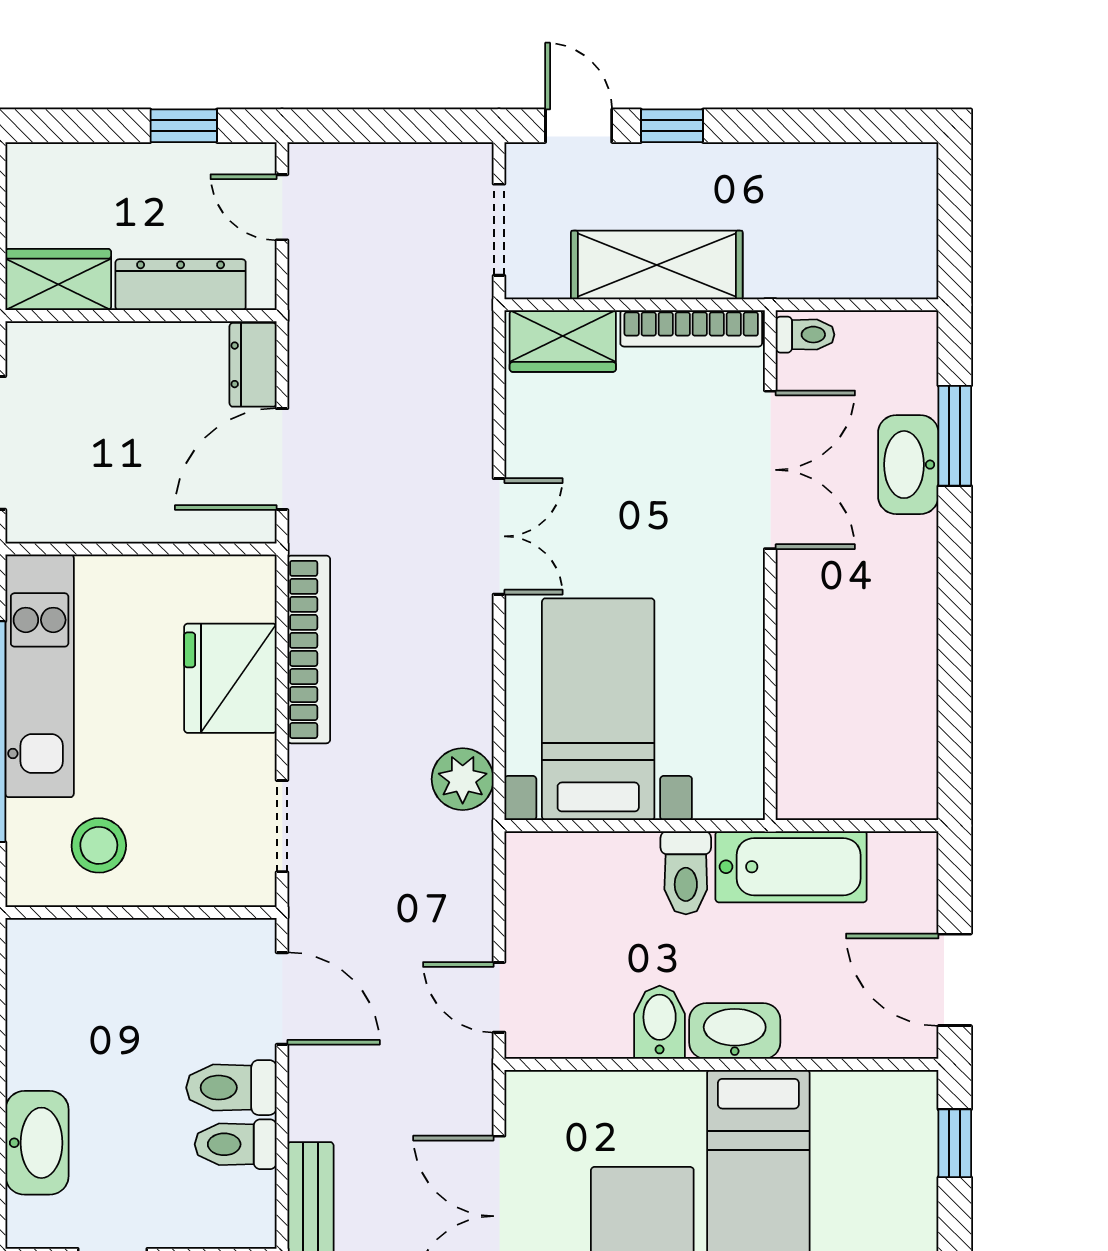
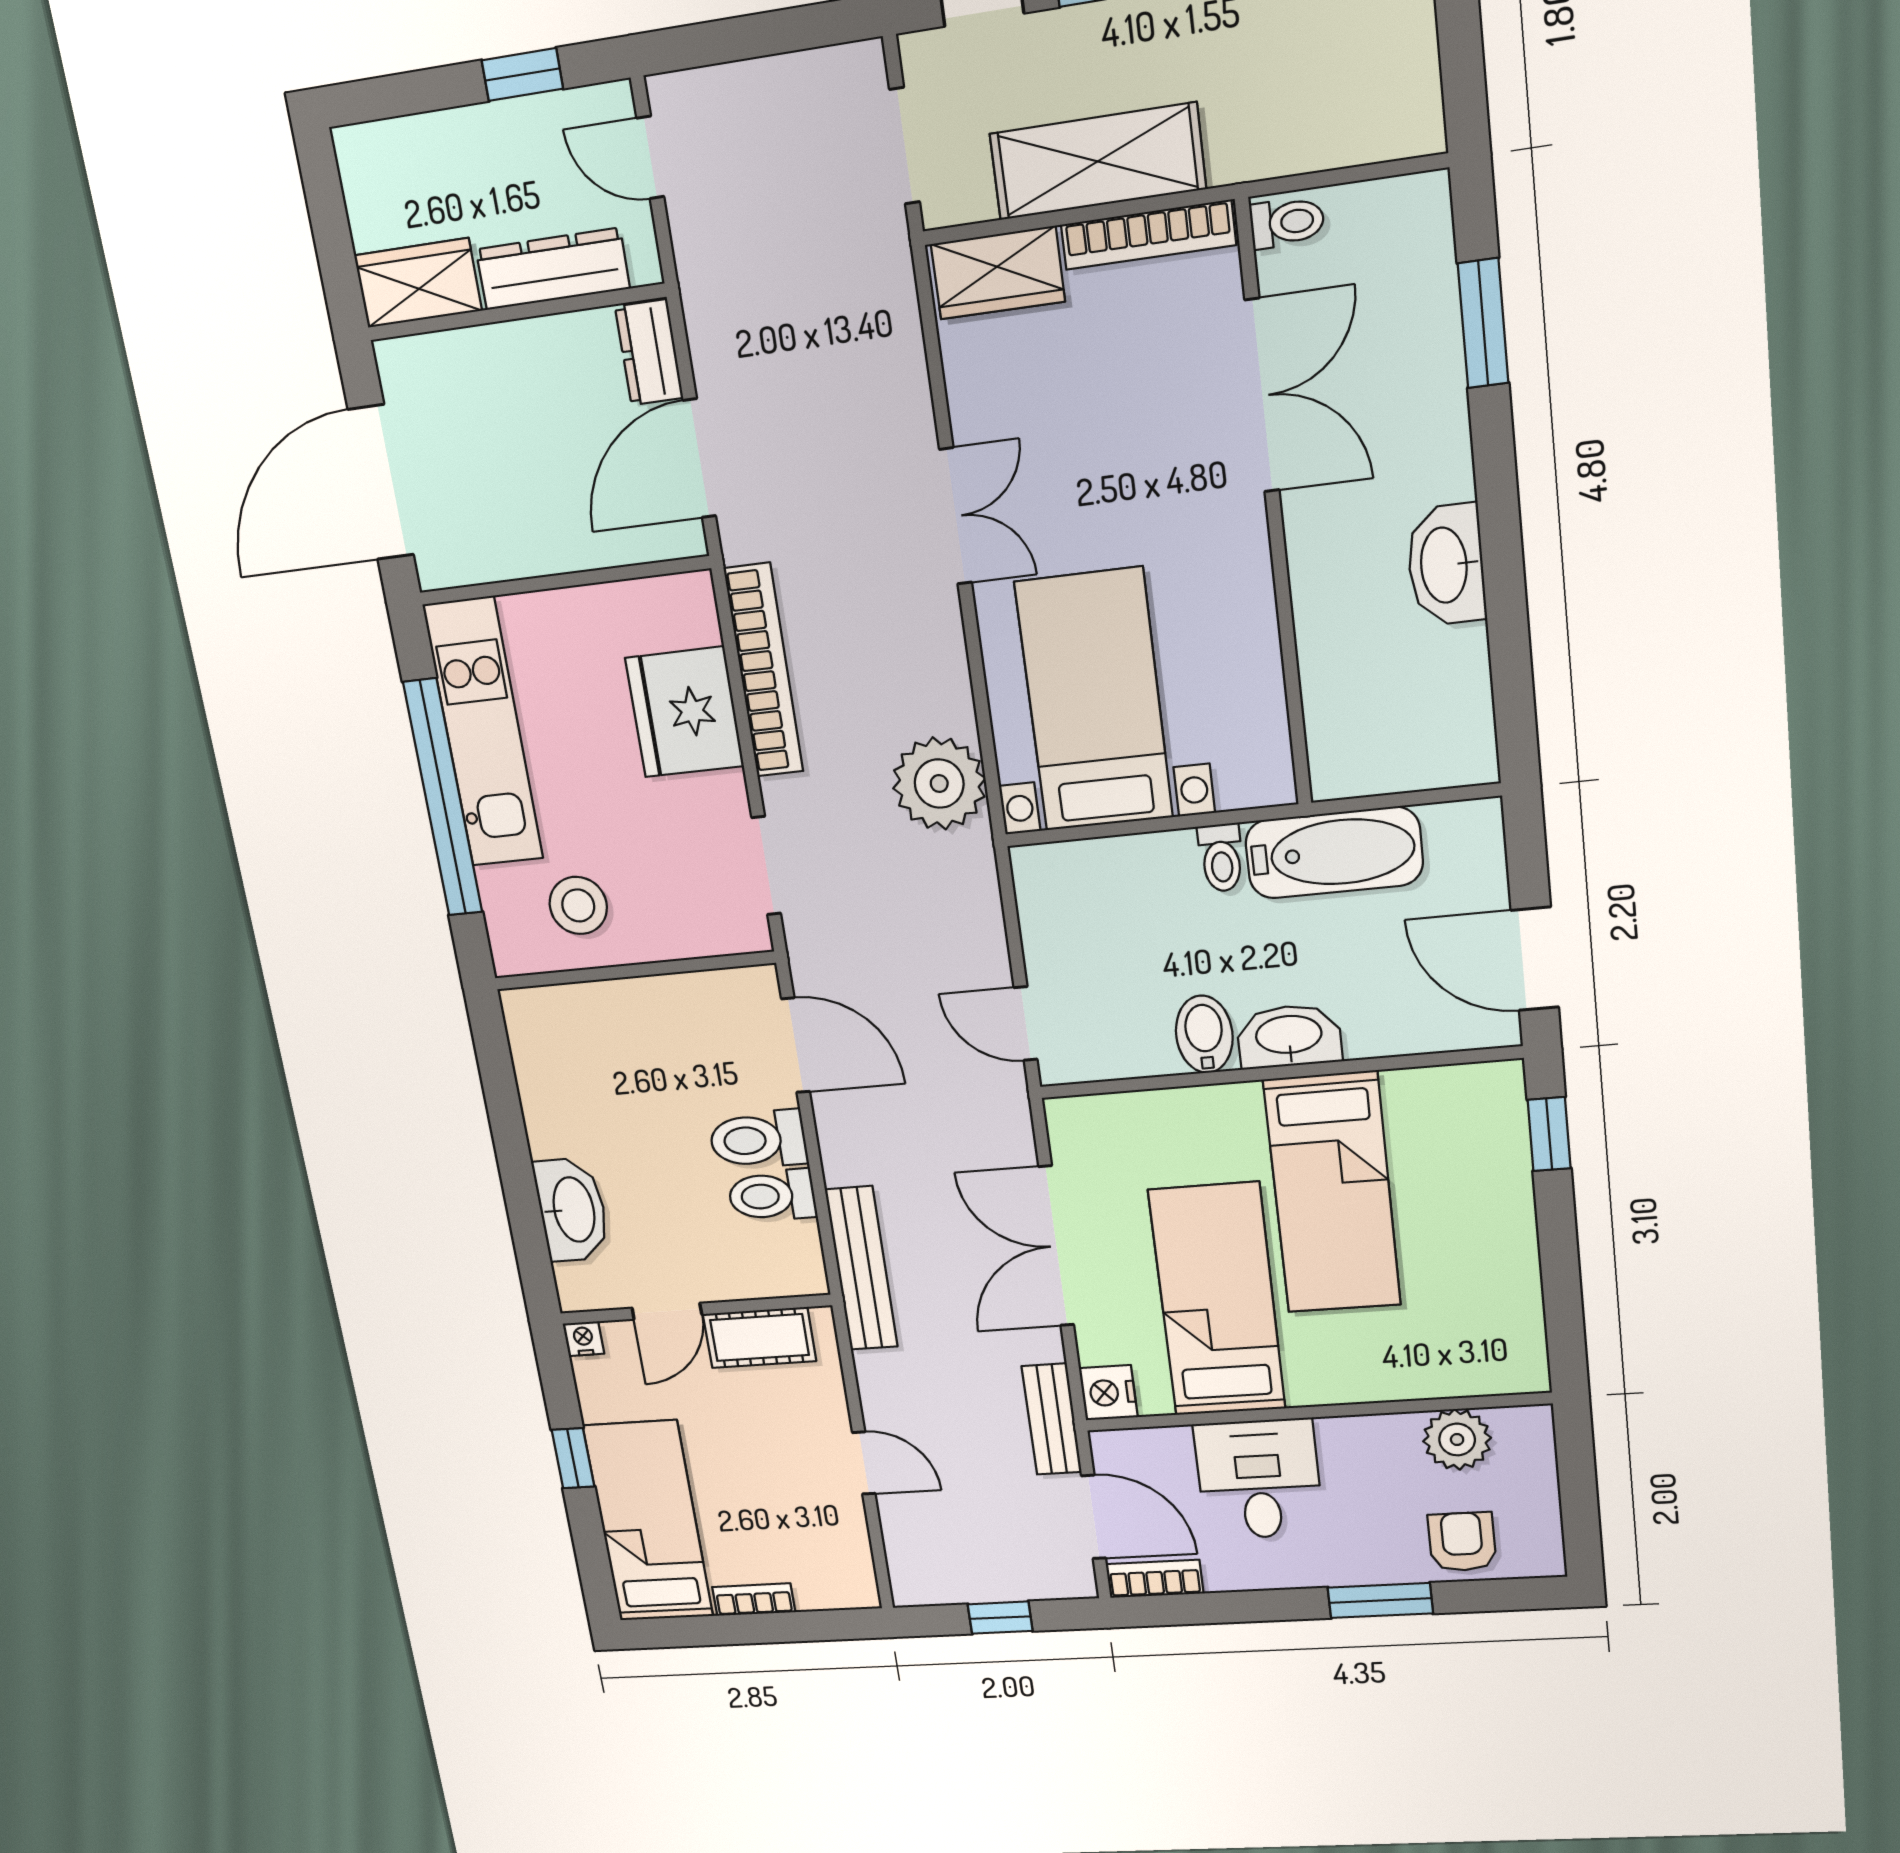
washbasin: (908, 465) -> (1446, 565), moved
plant: (463, 779) -> (939, 784), width x1.36, depth x1.36
toilet: (686, 873) -> (1221, 858), width x0.73, depth x0.72

